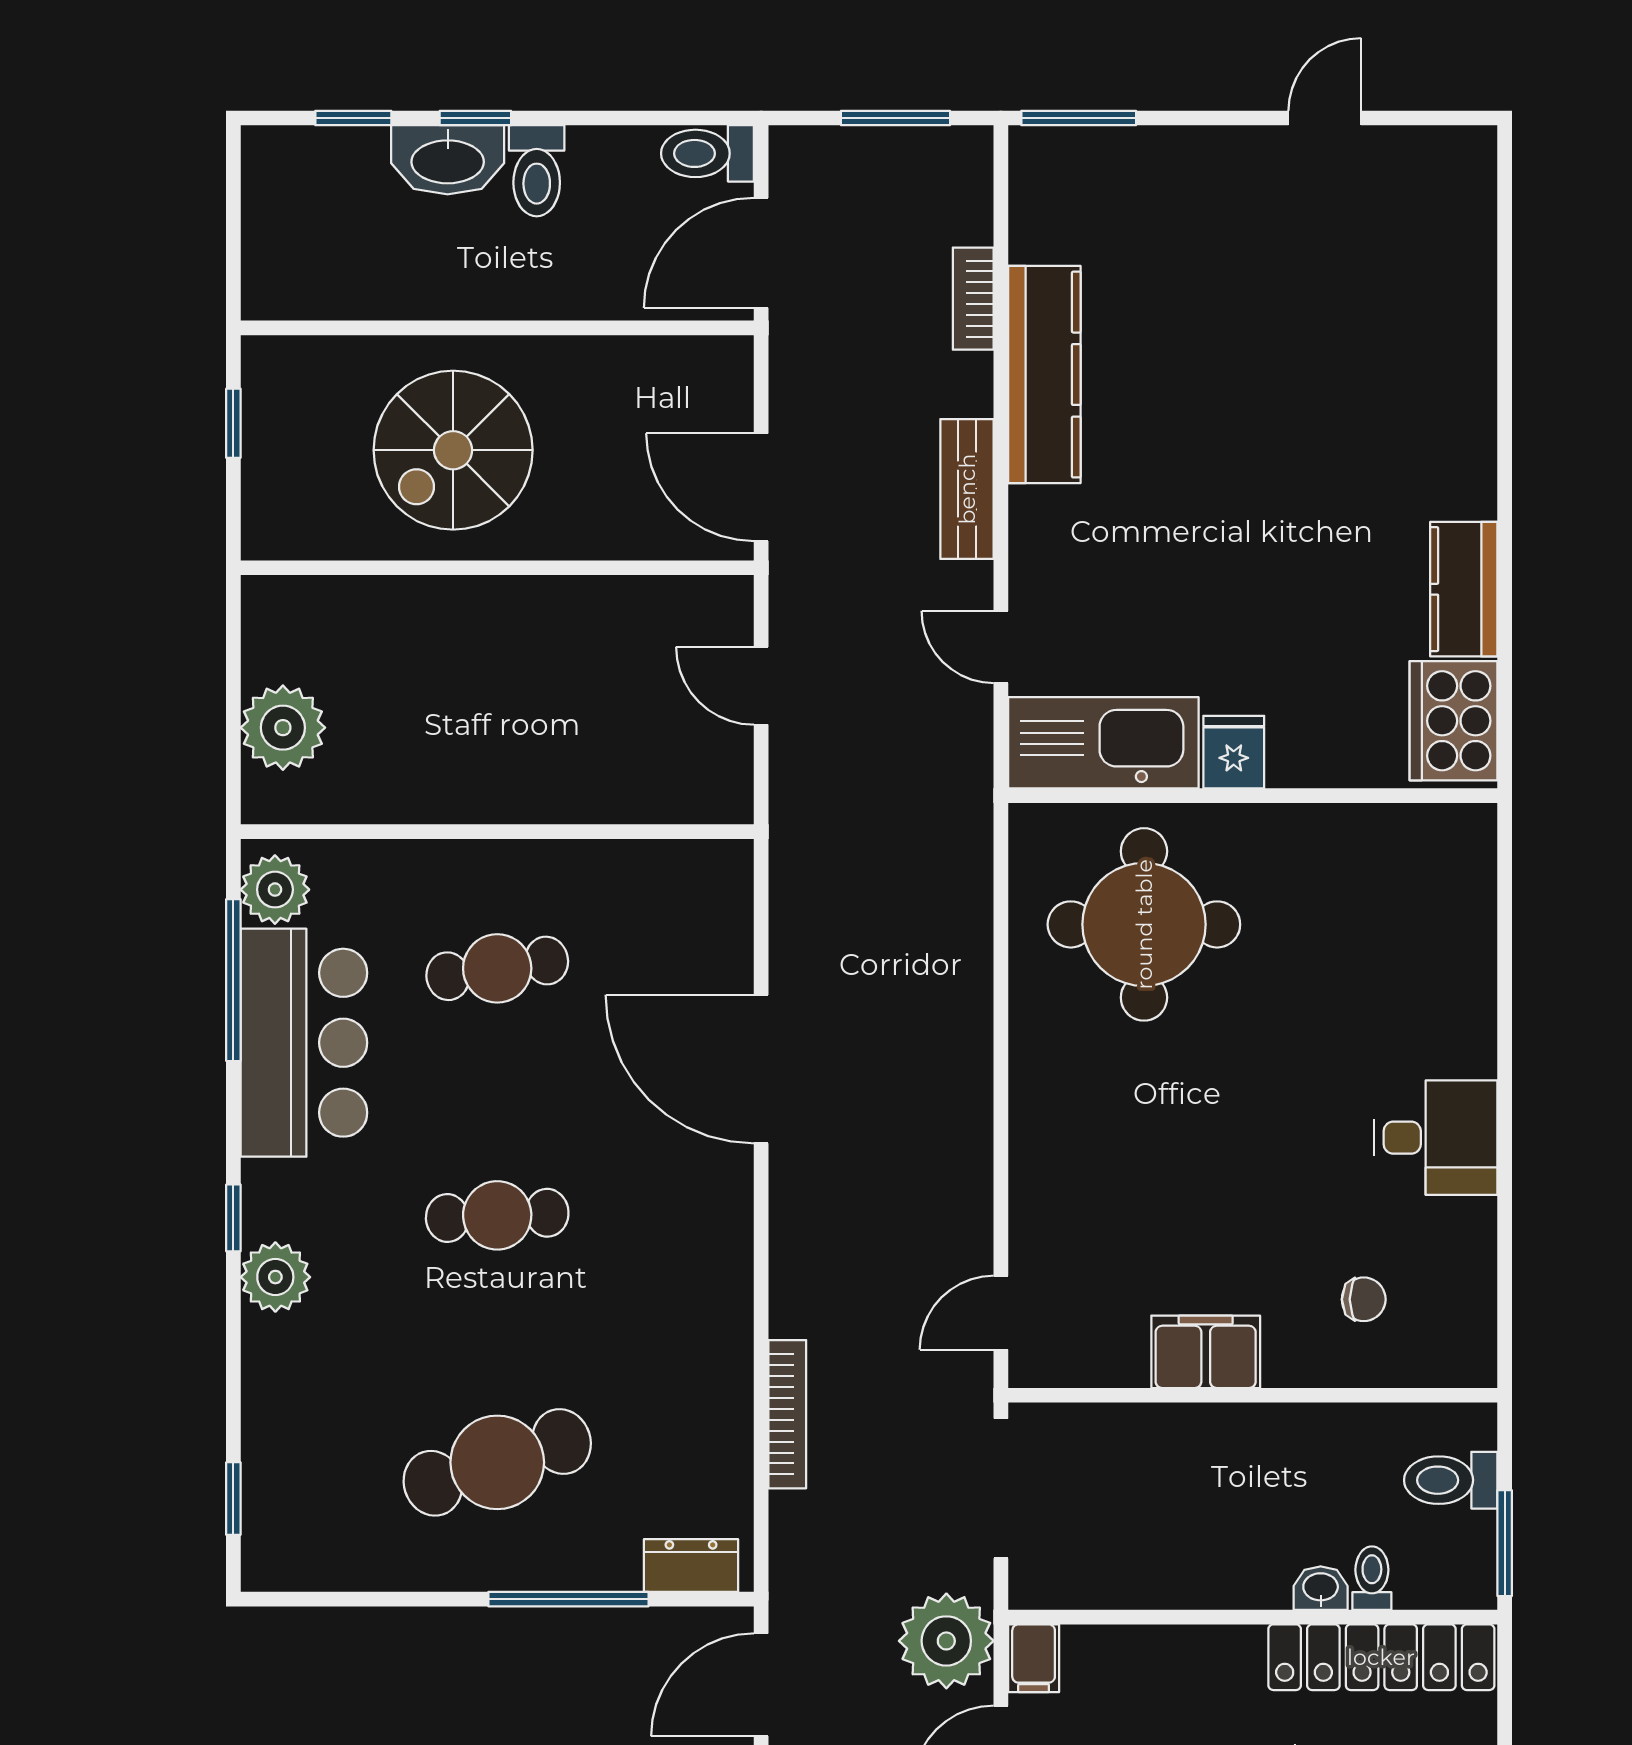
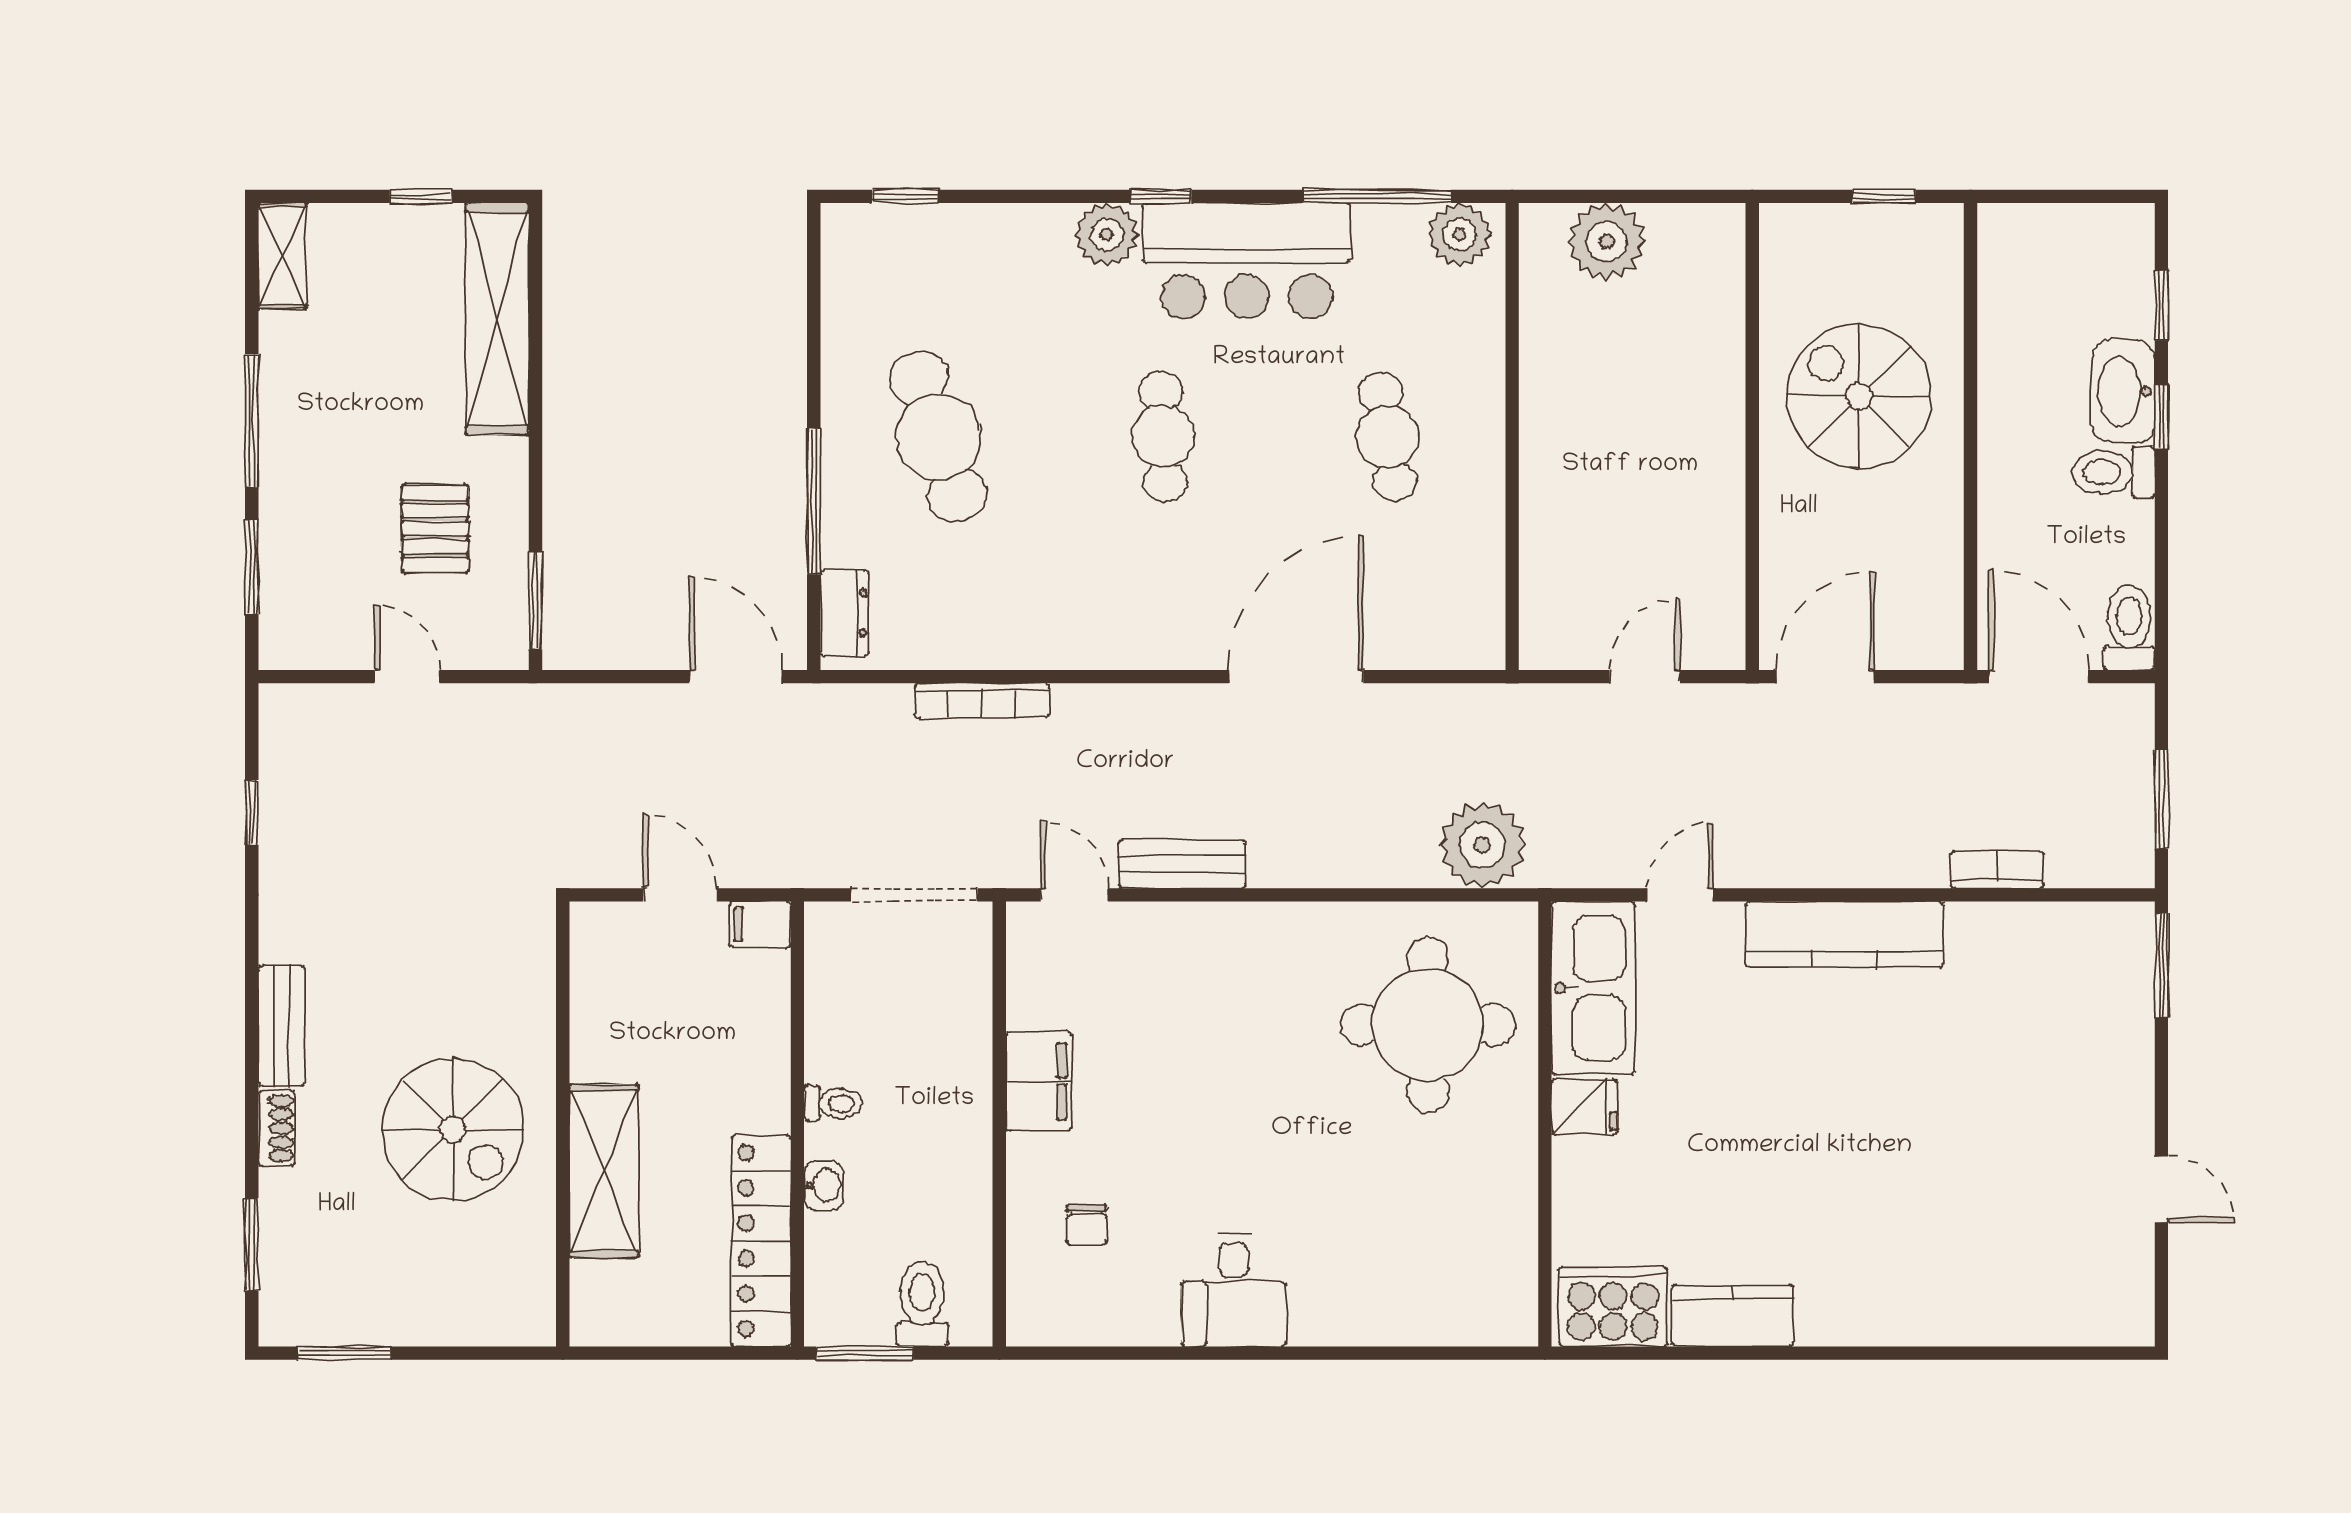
kitchen counter: (1044, 375) -> (1844, 934), moved
bench: (967, 489) -> (1182, 864), moved
bar counter: (304, 1043) -> (1247, 261), moved
toilet: (1372, 1578) -> (833, 1103), moved
plant: (946, 1641) -> (1483, 845), moved

